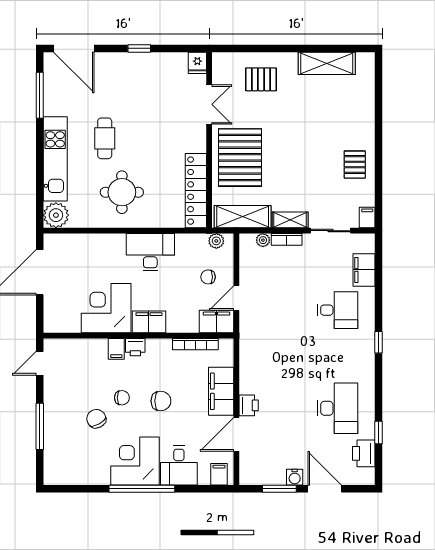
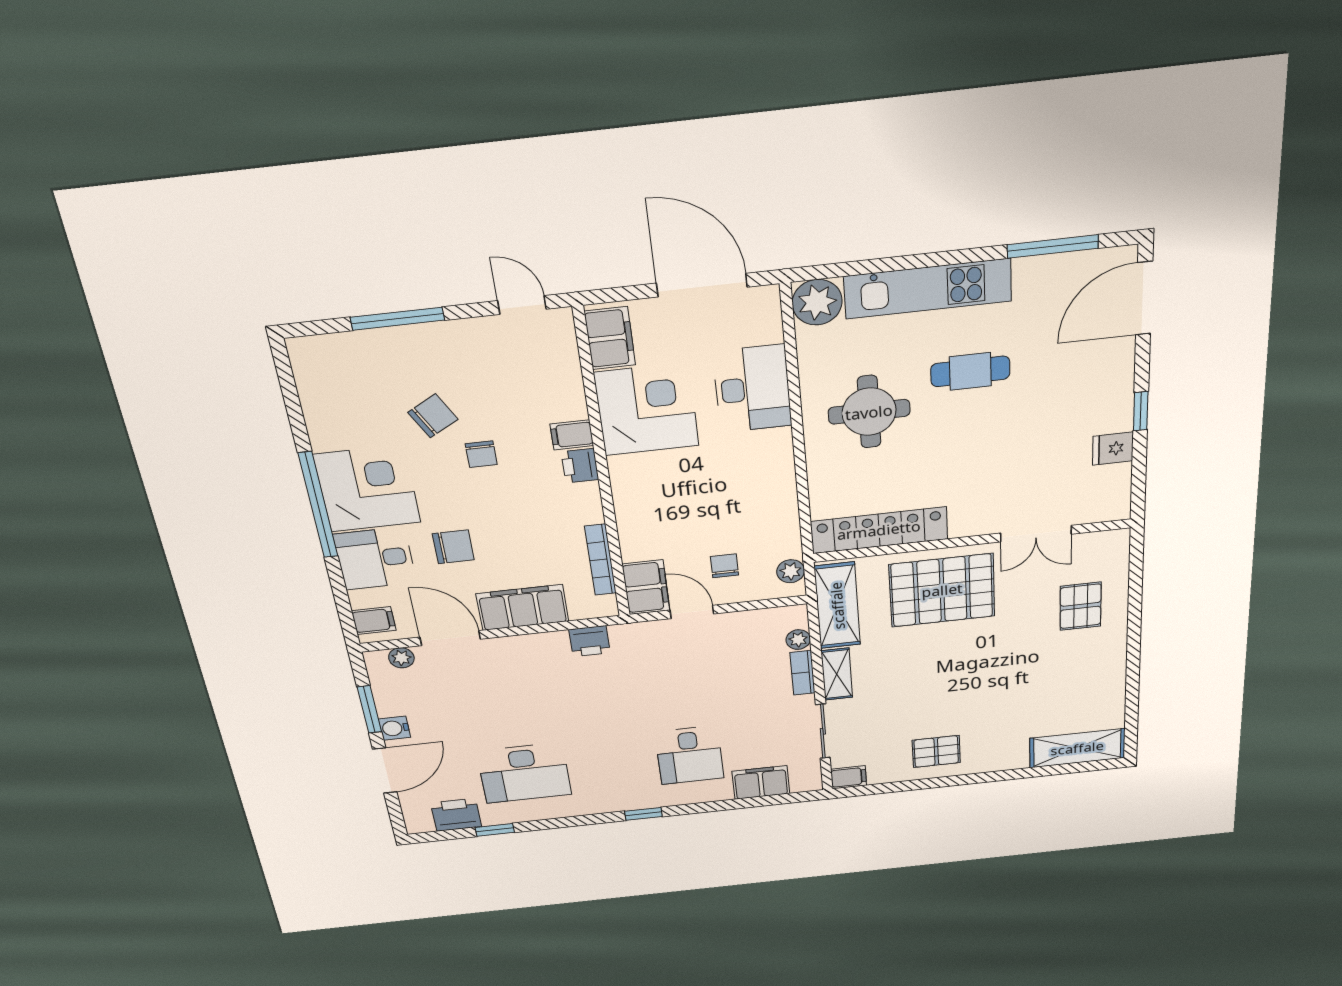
fridge: (197, 63) -> (1113, 449), moved
shelving: (327, 63) -> (1077, 748), moved, turned 90
desk: (150, 252) -> (752, 389), moved
filing cabinet: (149, 322) -> (610, 338), moved
chair: (161, 401) -> (453, 547), moved, turned -90
printer: (249, 405) -> (589, 641), moved
plant: (246, 464) -> (401, 658), added

